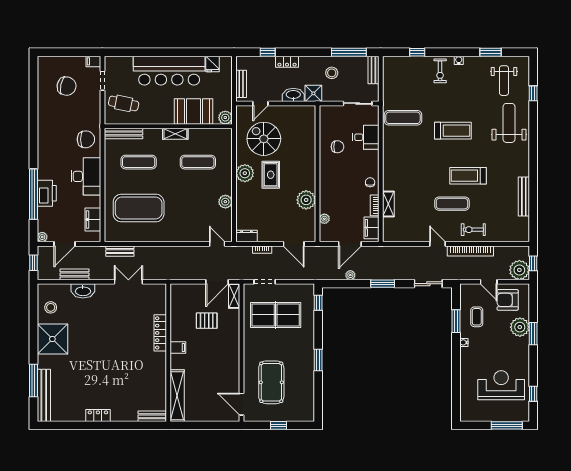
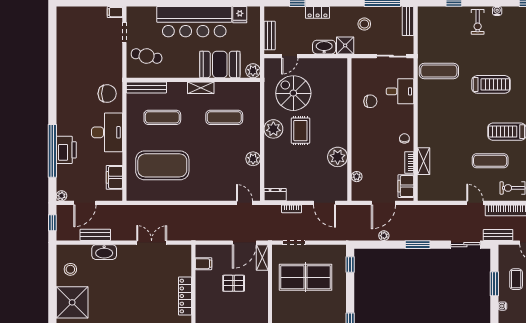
chair: (67, 86) -> (87, 38), removed
bench: (120, 251) -> (498, 235), moved
filing cabinet: (178, 347) -> (203, 264), moved

